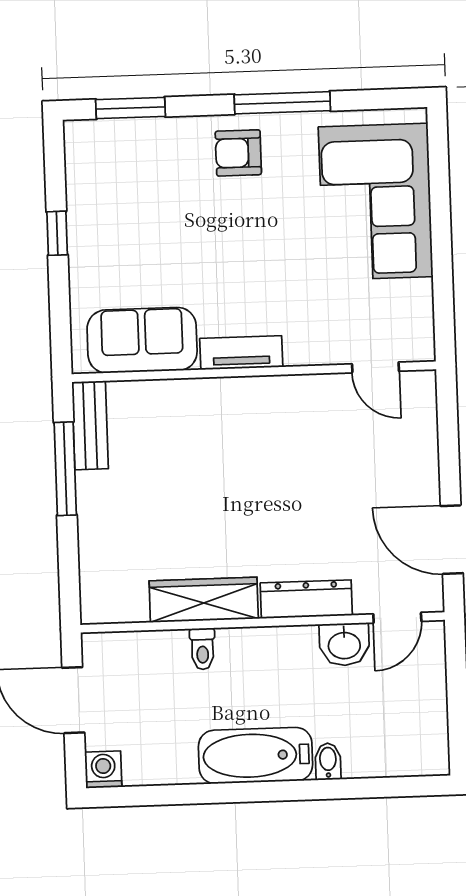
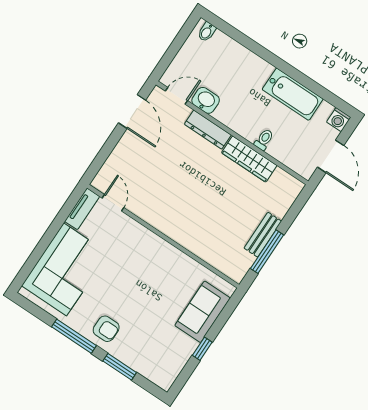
window: (130, 108) -> (120, 367), moved
sofa: (142, 340) -> (203, 312), moved, turned 90
tv unit: (241, 353) -> (82, 209), moved, turned -90
bench: (90, 425) -> (263, 235), moved
bathtub: (255, 756) -> (293, 94), moved
bidet: (328, 761) -> (207, 32), moved

